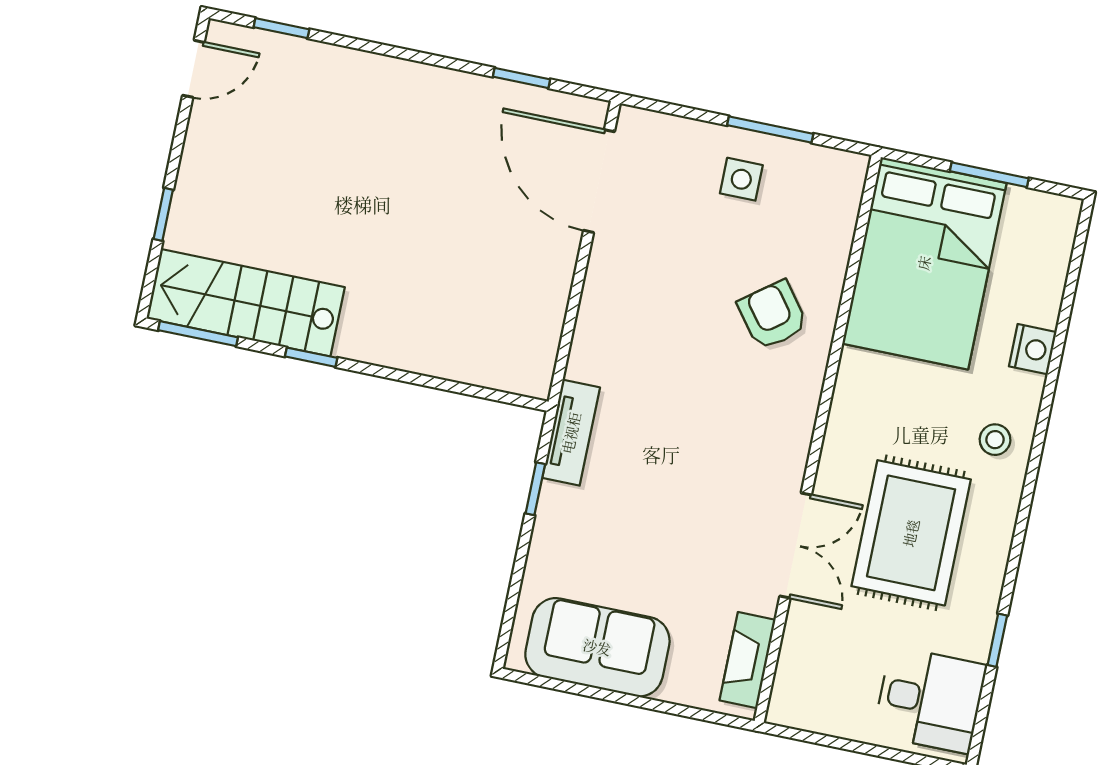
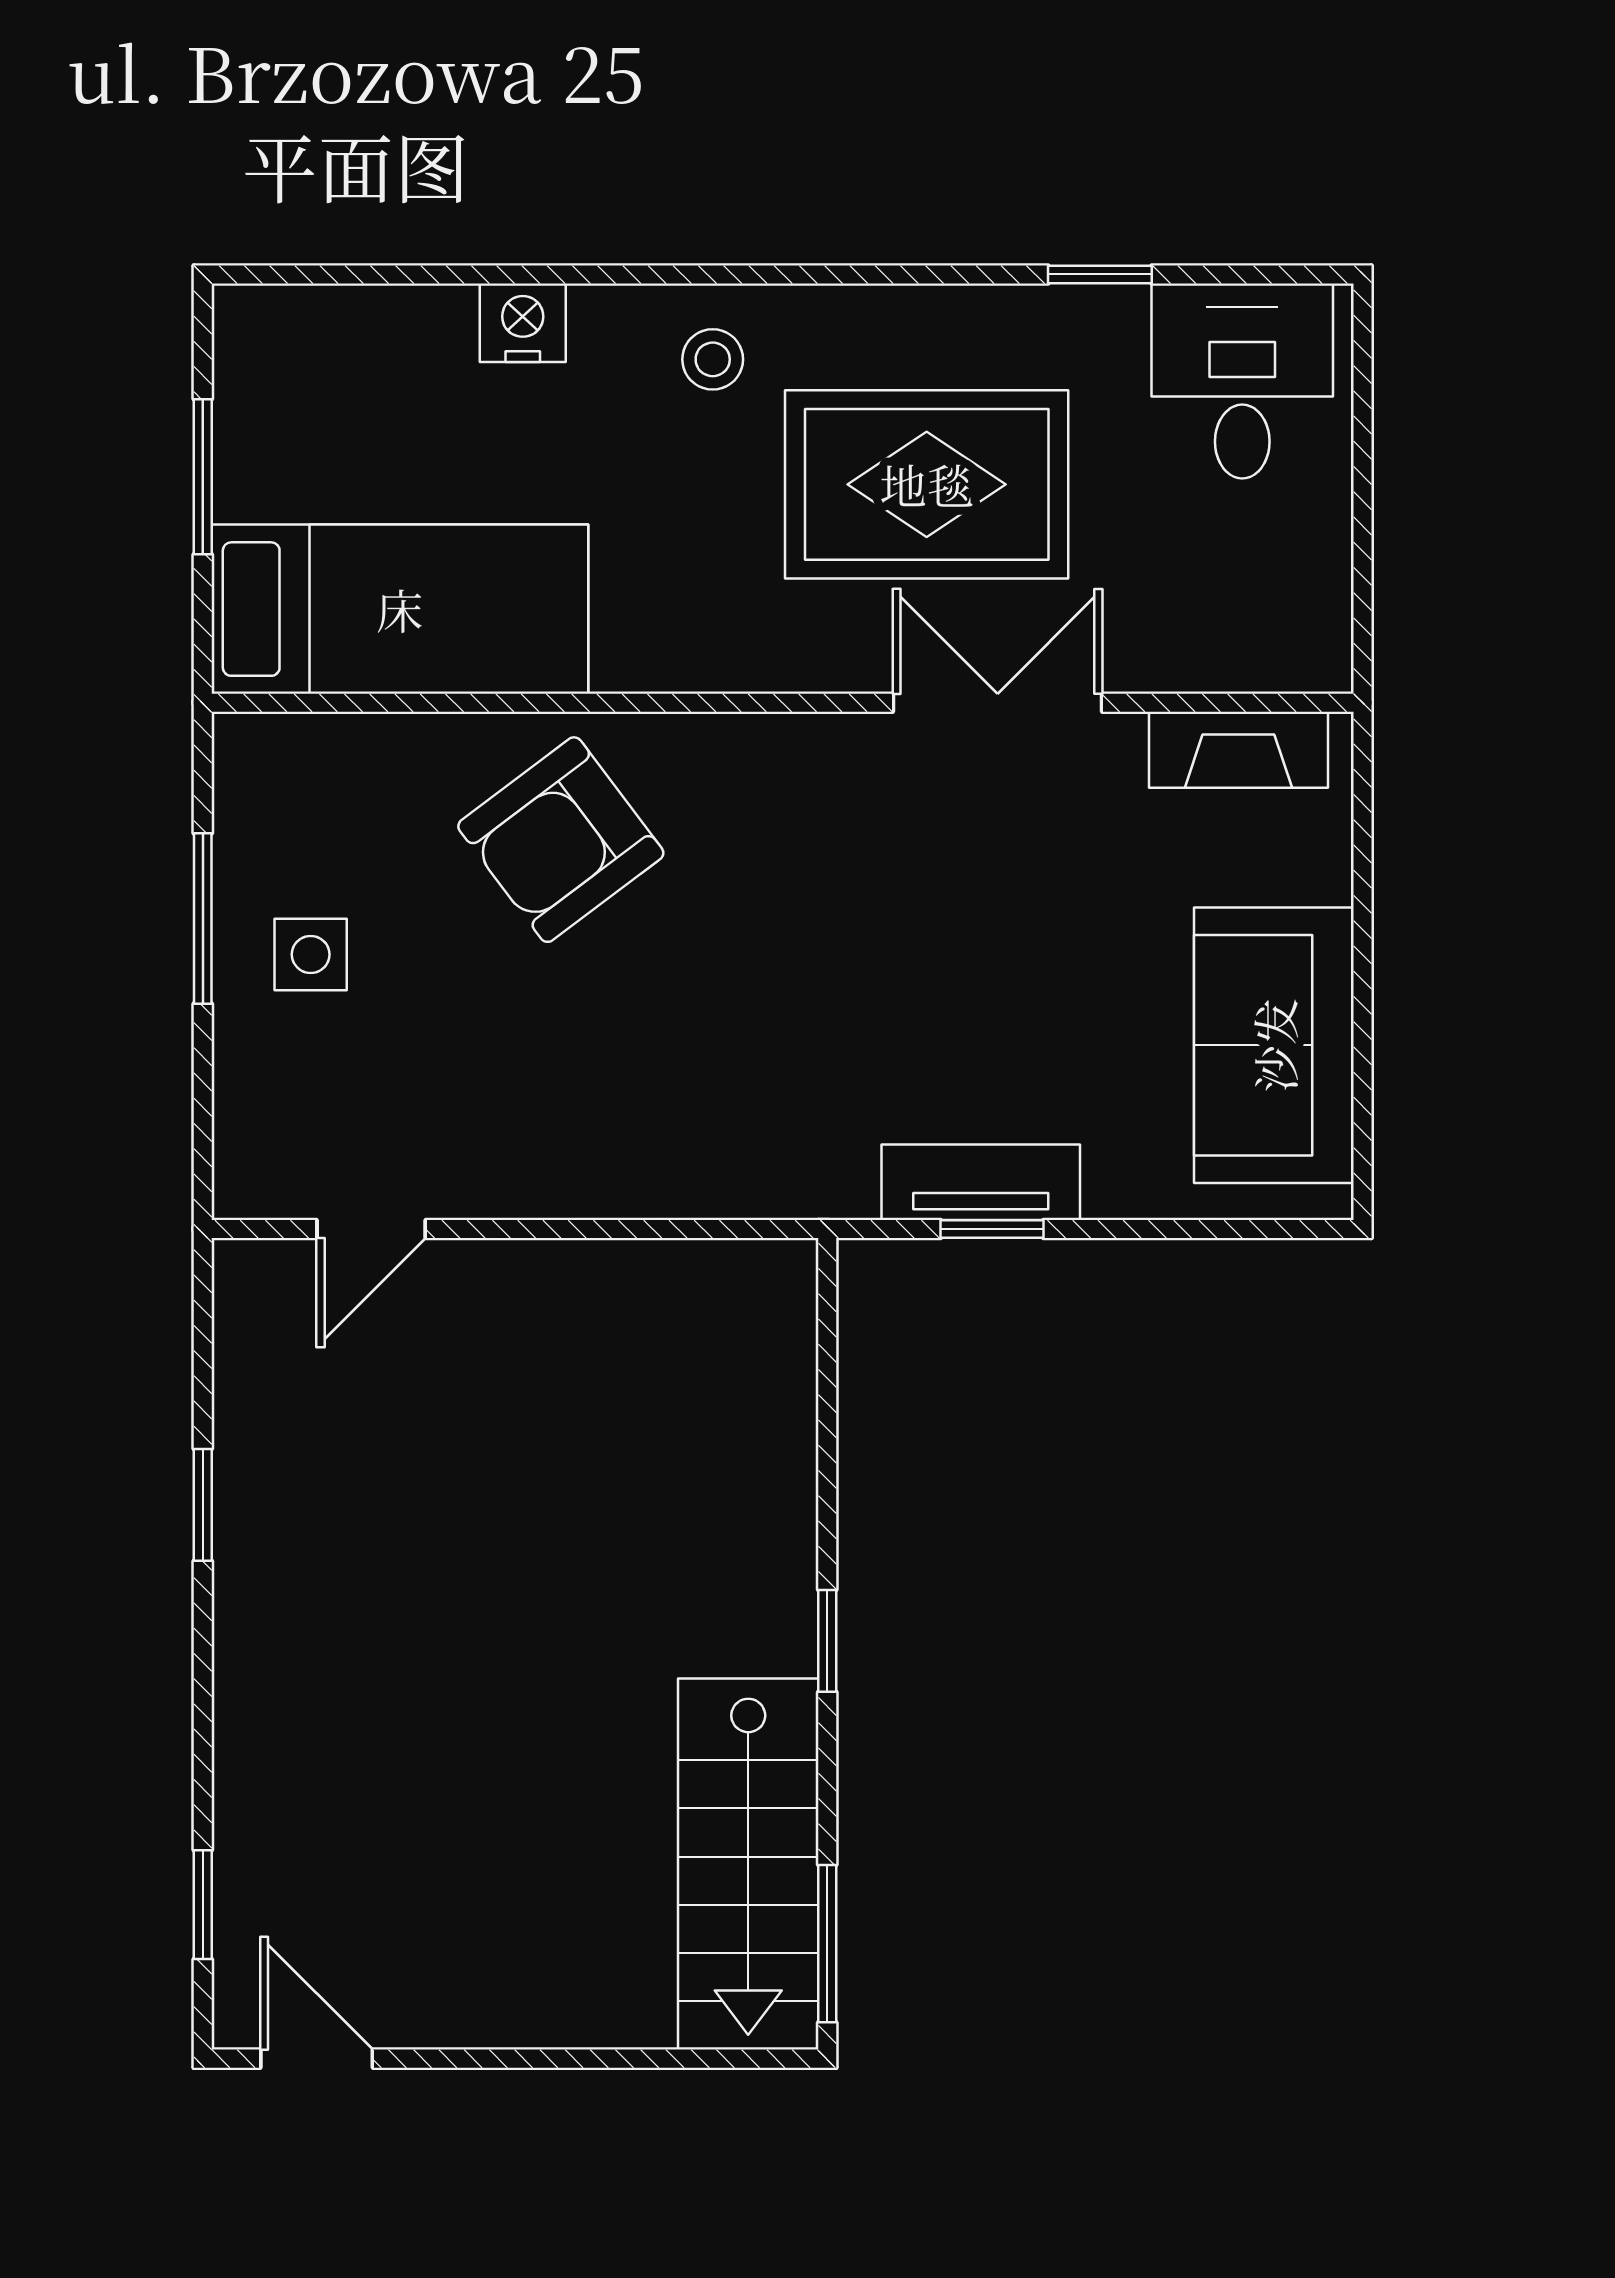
window: (521, 78) -> (203, 1505), moved
door: (599, 181) -> (371, 1229), width x0.53
window: (163, 214) -> (610, 2059), removed
bed: (924, 263) -> (400, 609), width x0.67
armchair: (773, 315) -> (561, 840), width x1.38, depth x1.38
window: (311, 357) -> (827, 1641), moved
tv unit: (571, 433) -> (981, 1182), moved

